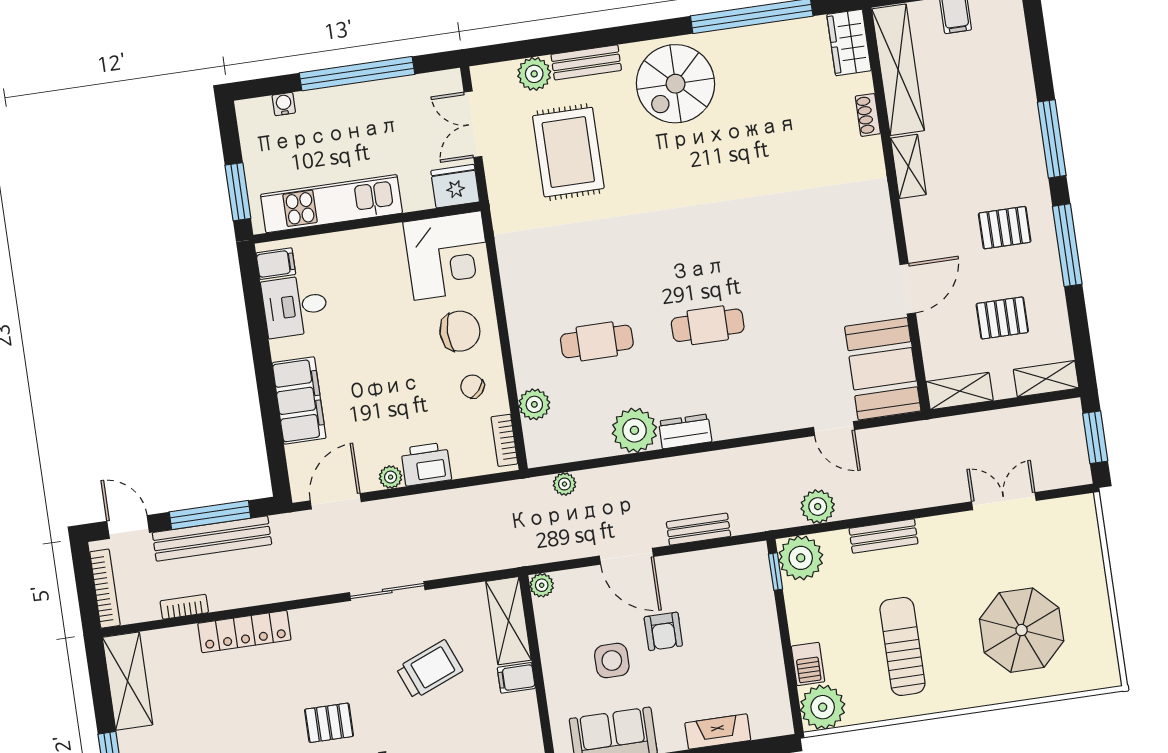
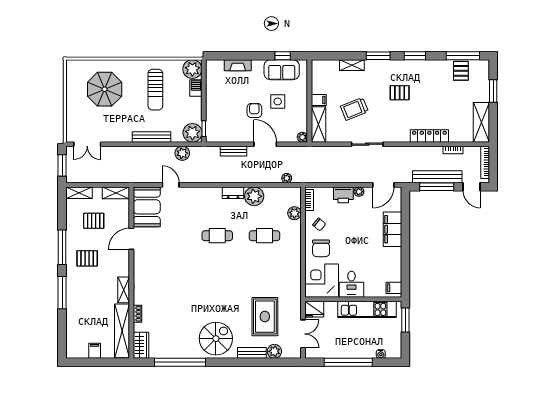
desk: (295, 306) -> (351, 284), moved, turned 90
chair: (460, 331) -> (321, 248), turned -90
double door: (1004, 501) -> (87, 144), moved
bench: (883, 536) -> (151, 137), width x1.36

